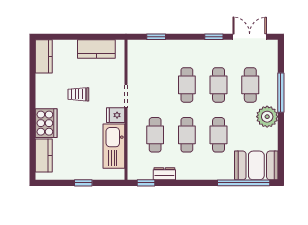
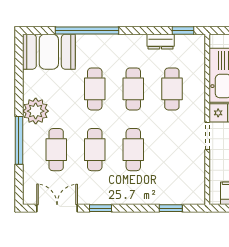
double door: (250, 37) -> (57, 208), swing flipped
window: (244, 183) -> (87, 30), moved

